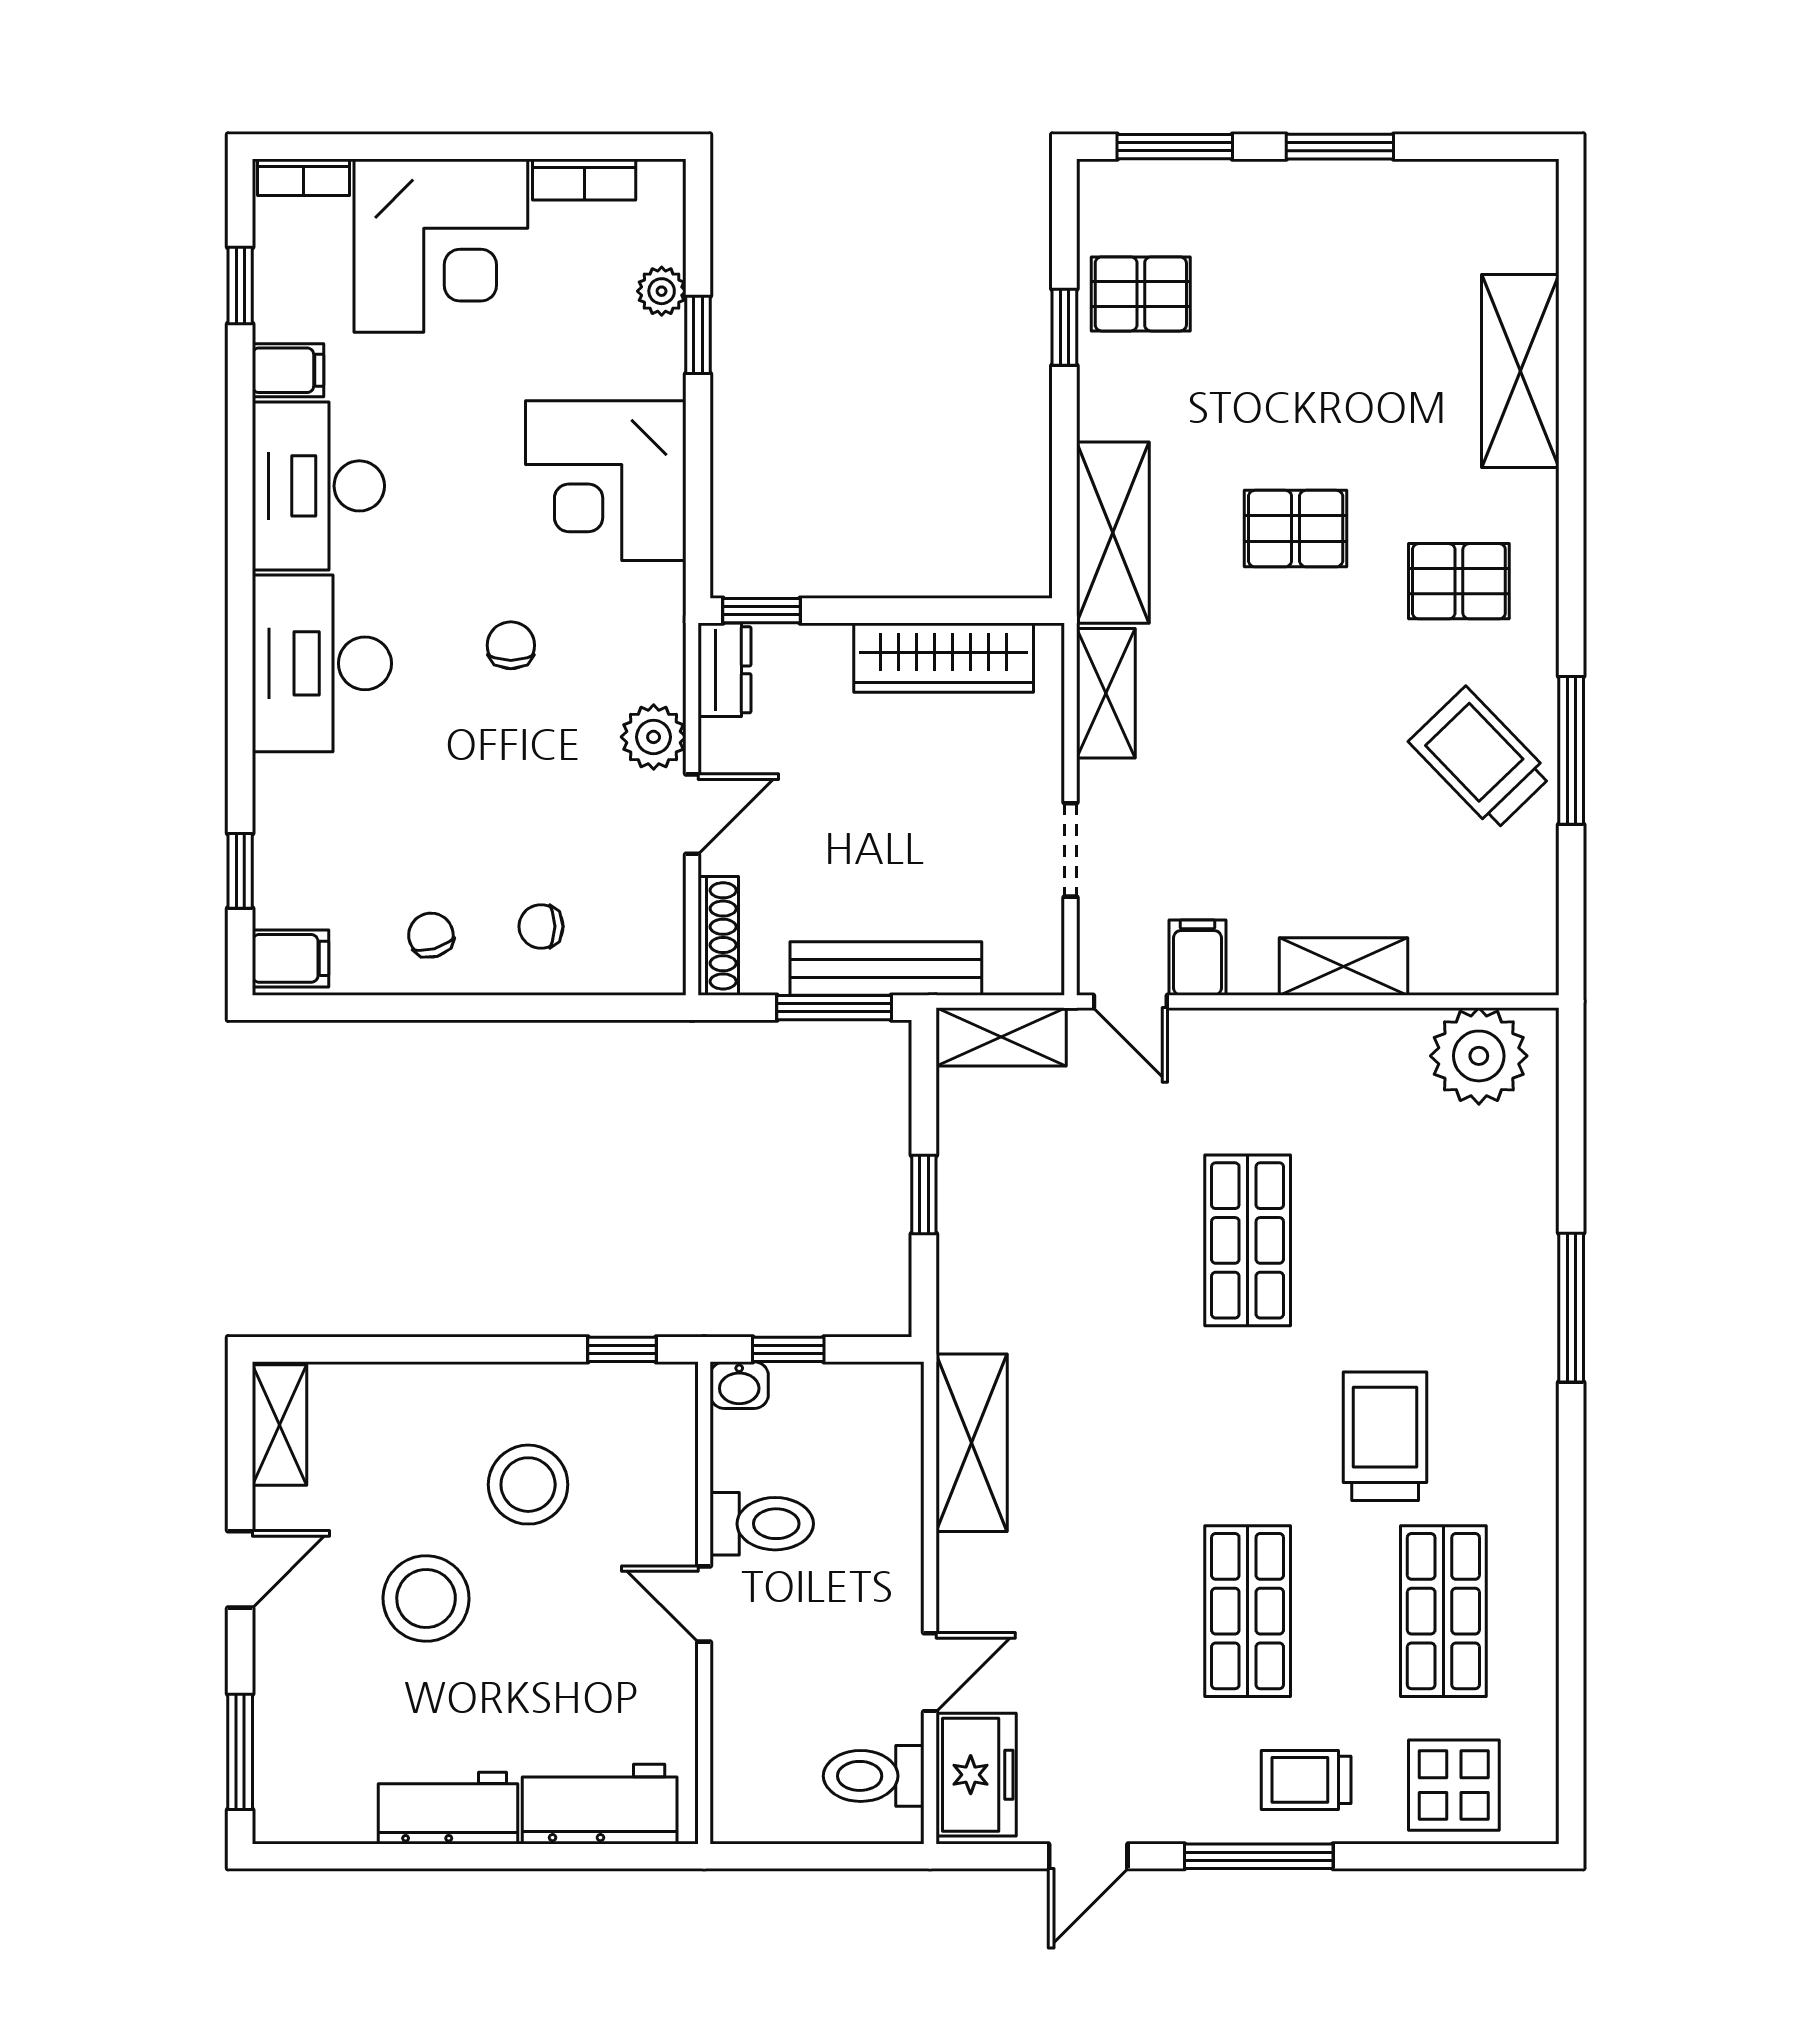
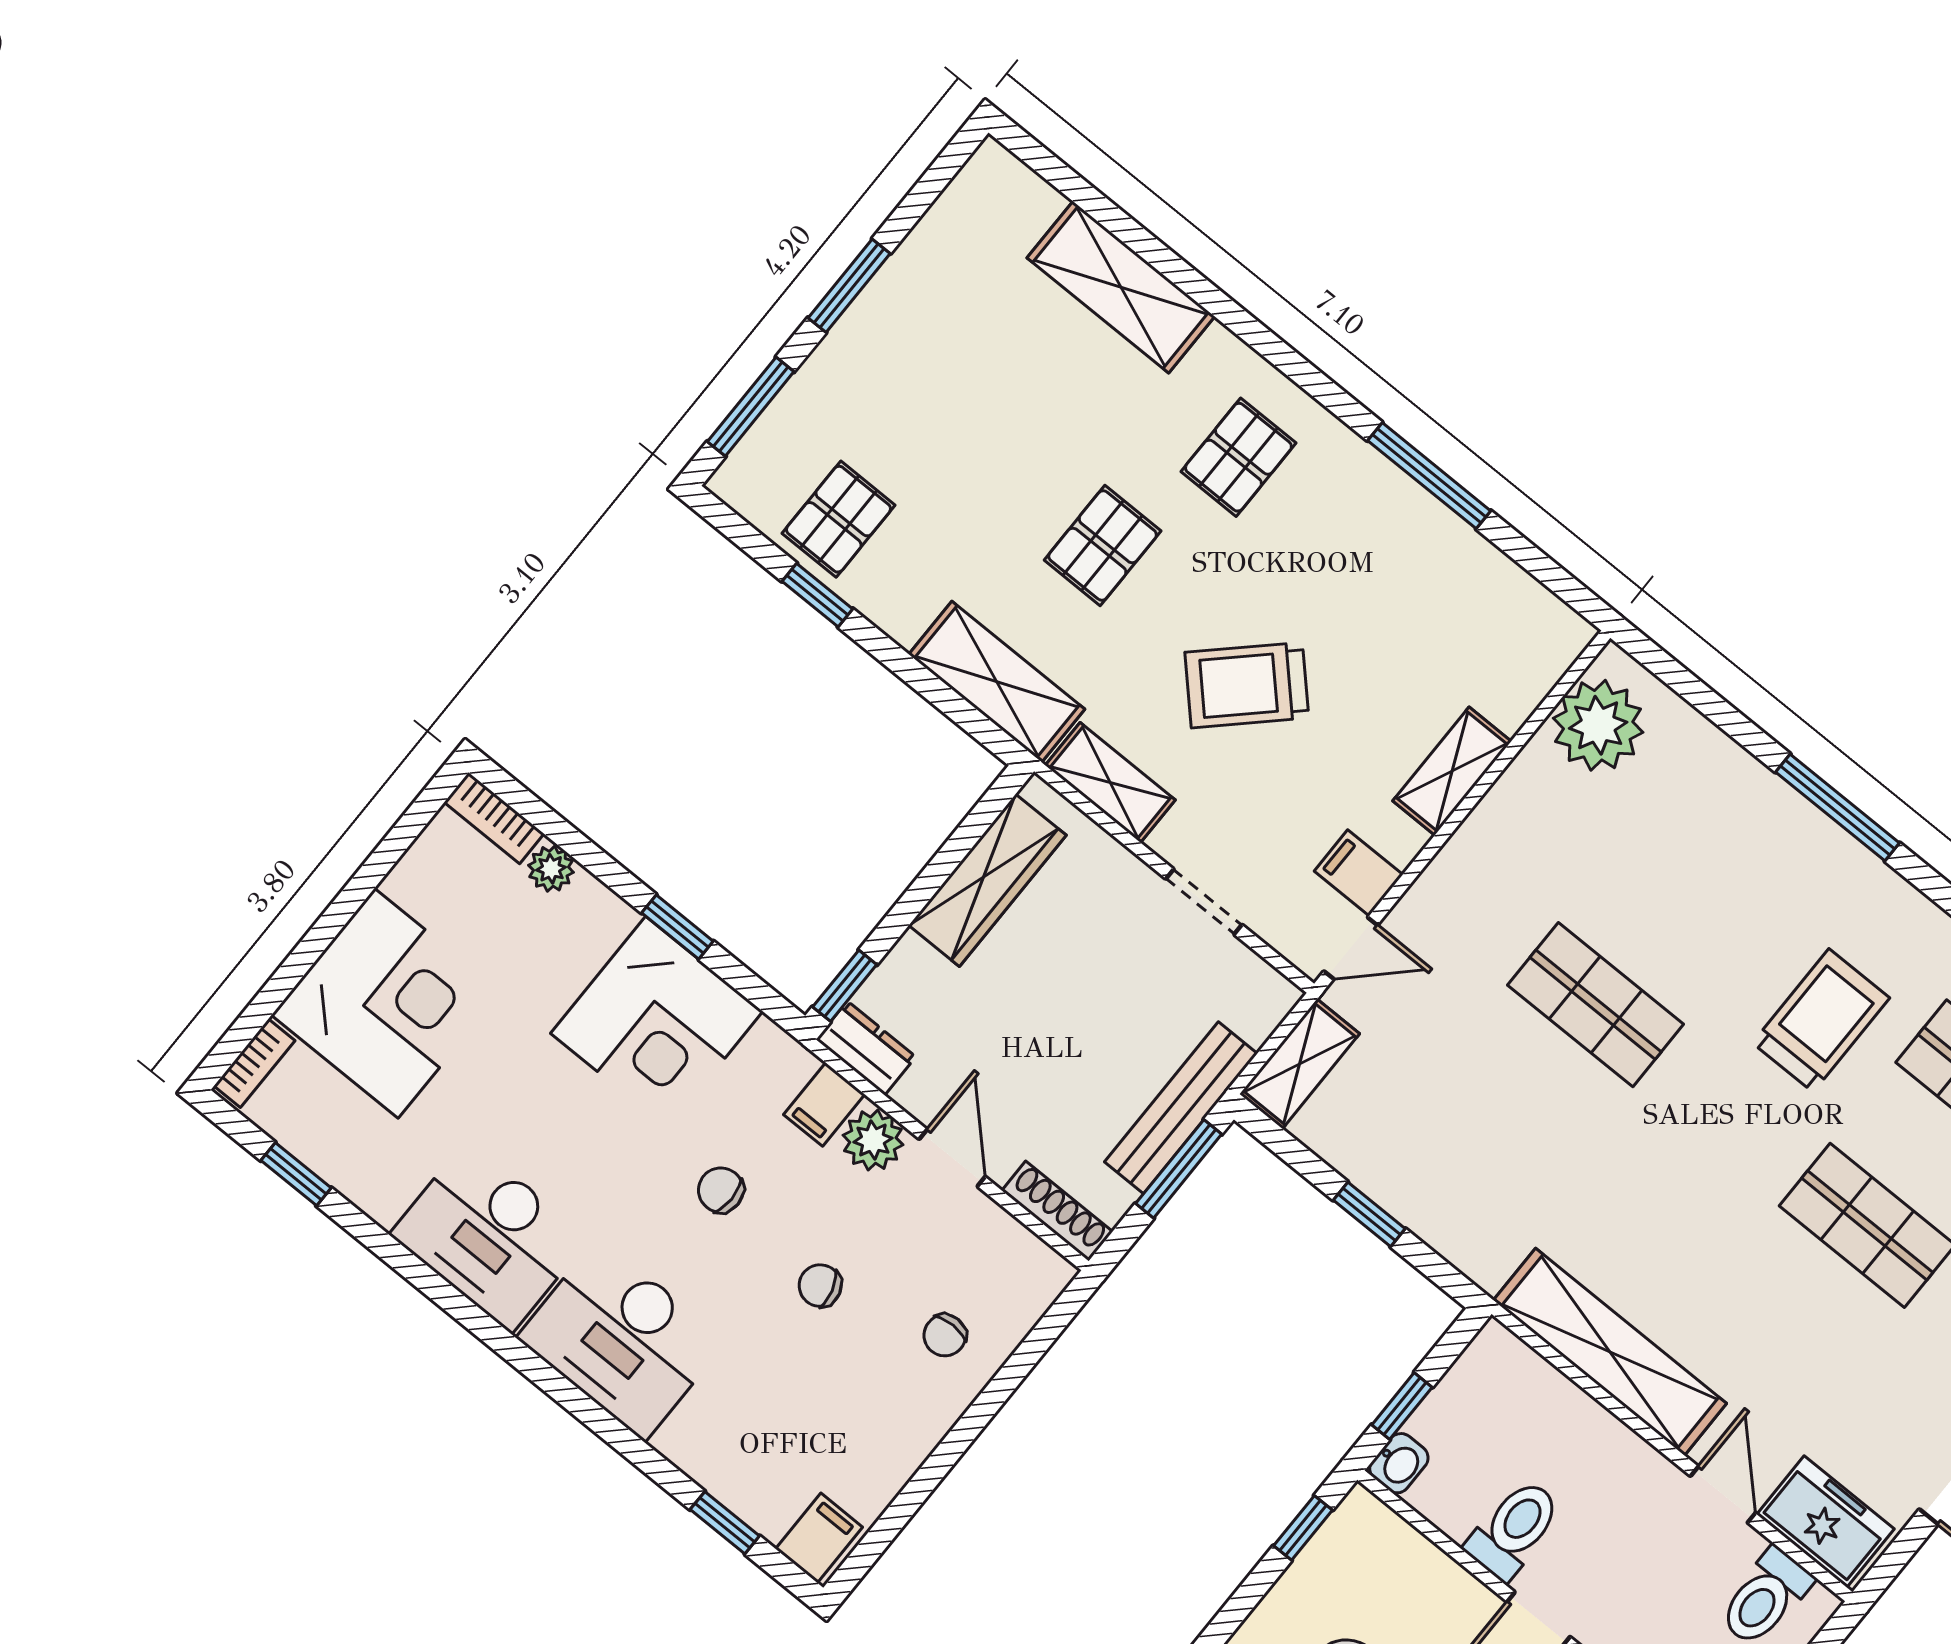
bookcase: (584, 179) -> (494, 818), moved, turned 90
window: (698, 335) -> (677, 927), moved
filing cabinet: (288, 370) -> (824, 1104), moved, turned 180
trolley: (1480, 759) -> (1247, 685), moved
chair: (431, 935) -> (820, 1286), moved
trolley: (1385, 1436) -> (1821, 1020), turned 90
shelving: (972, 1443) -> (1610, 1352), width x1.47

